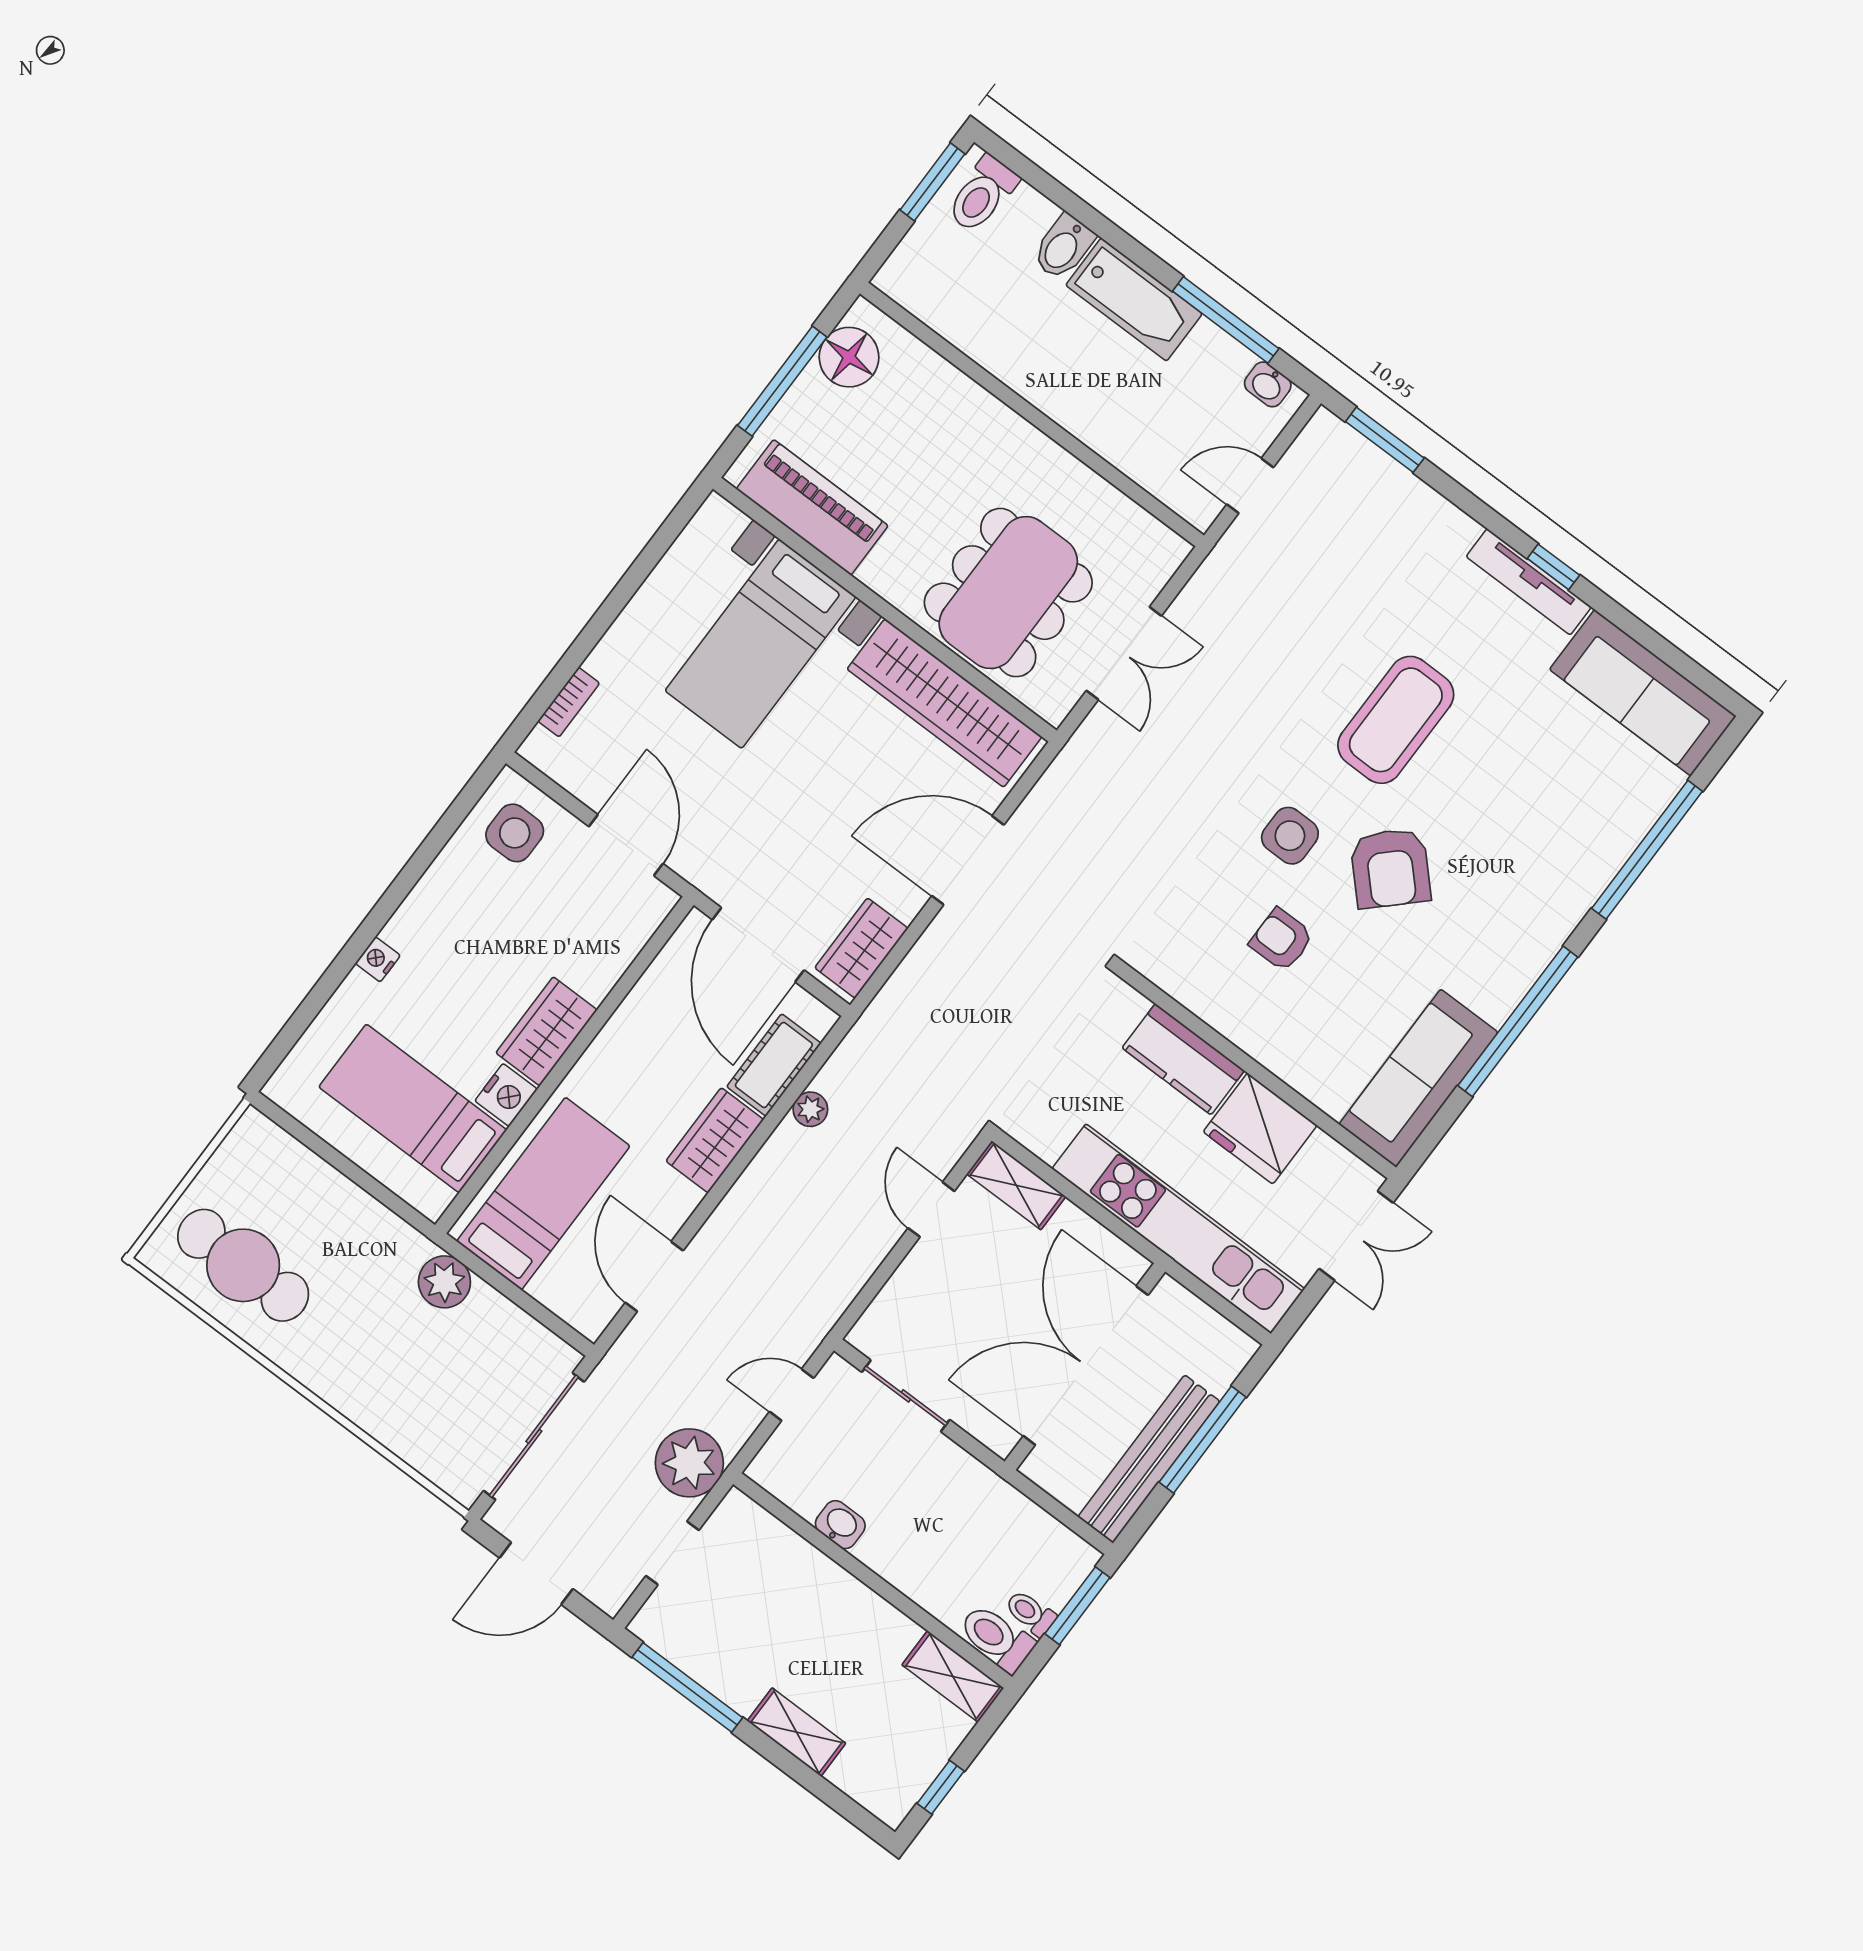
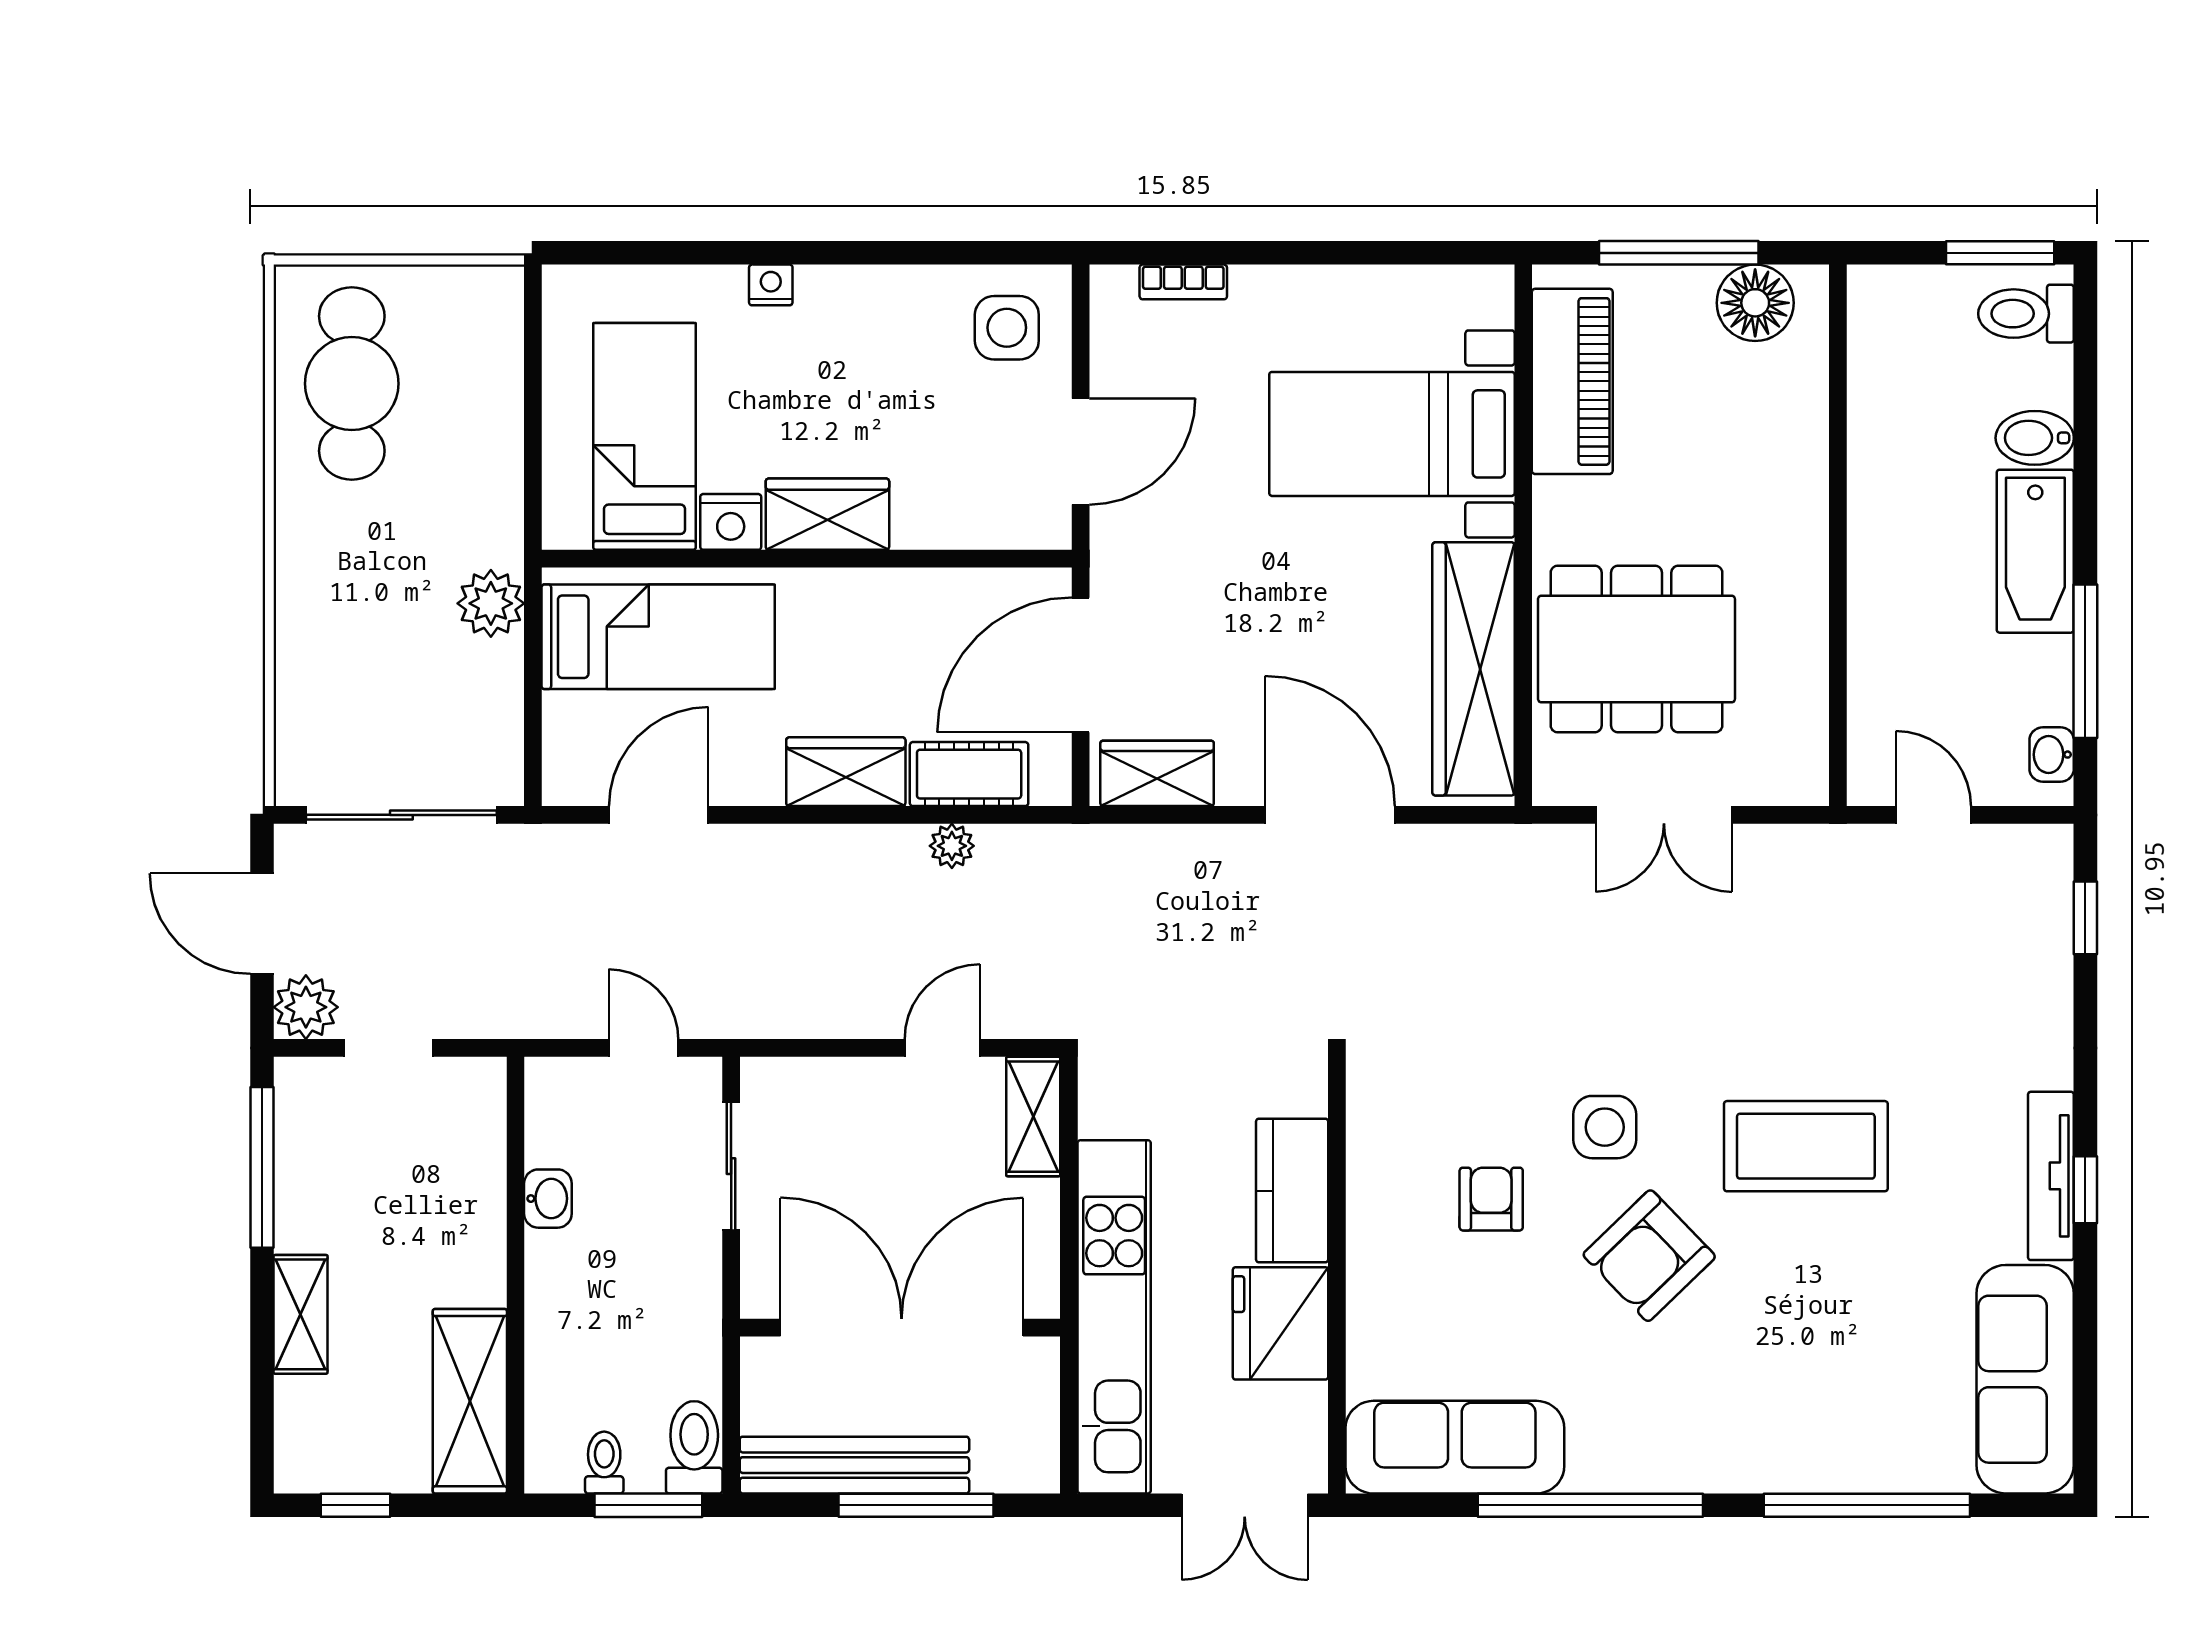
window: (1385, 440) -> (2085, 918), width x0.67
plant: (689, 1463) -> (306, 1007), moved, width x0.73, depth x0.73
toilet: (997, 1638) -> (694, 1447), moved
shelving: (953, 1676) -> (470, 1401), width x1.50, depth x1.33

